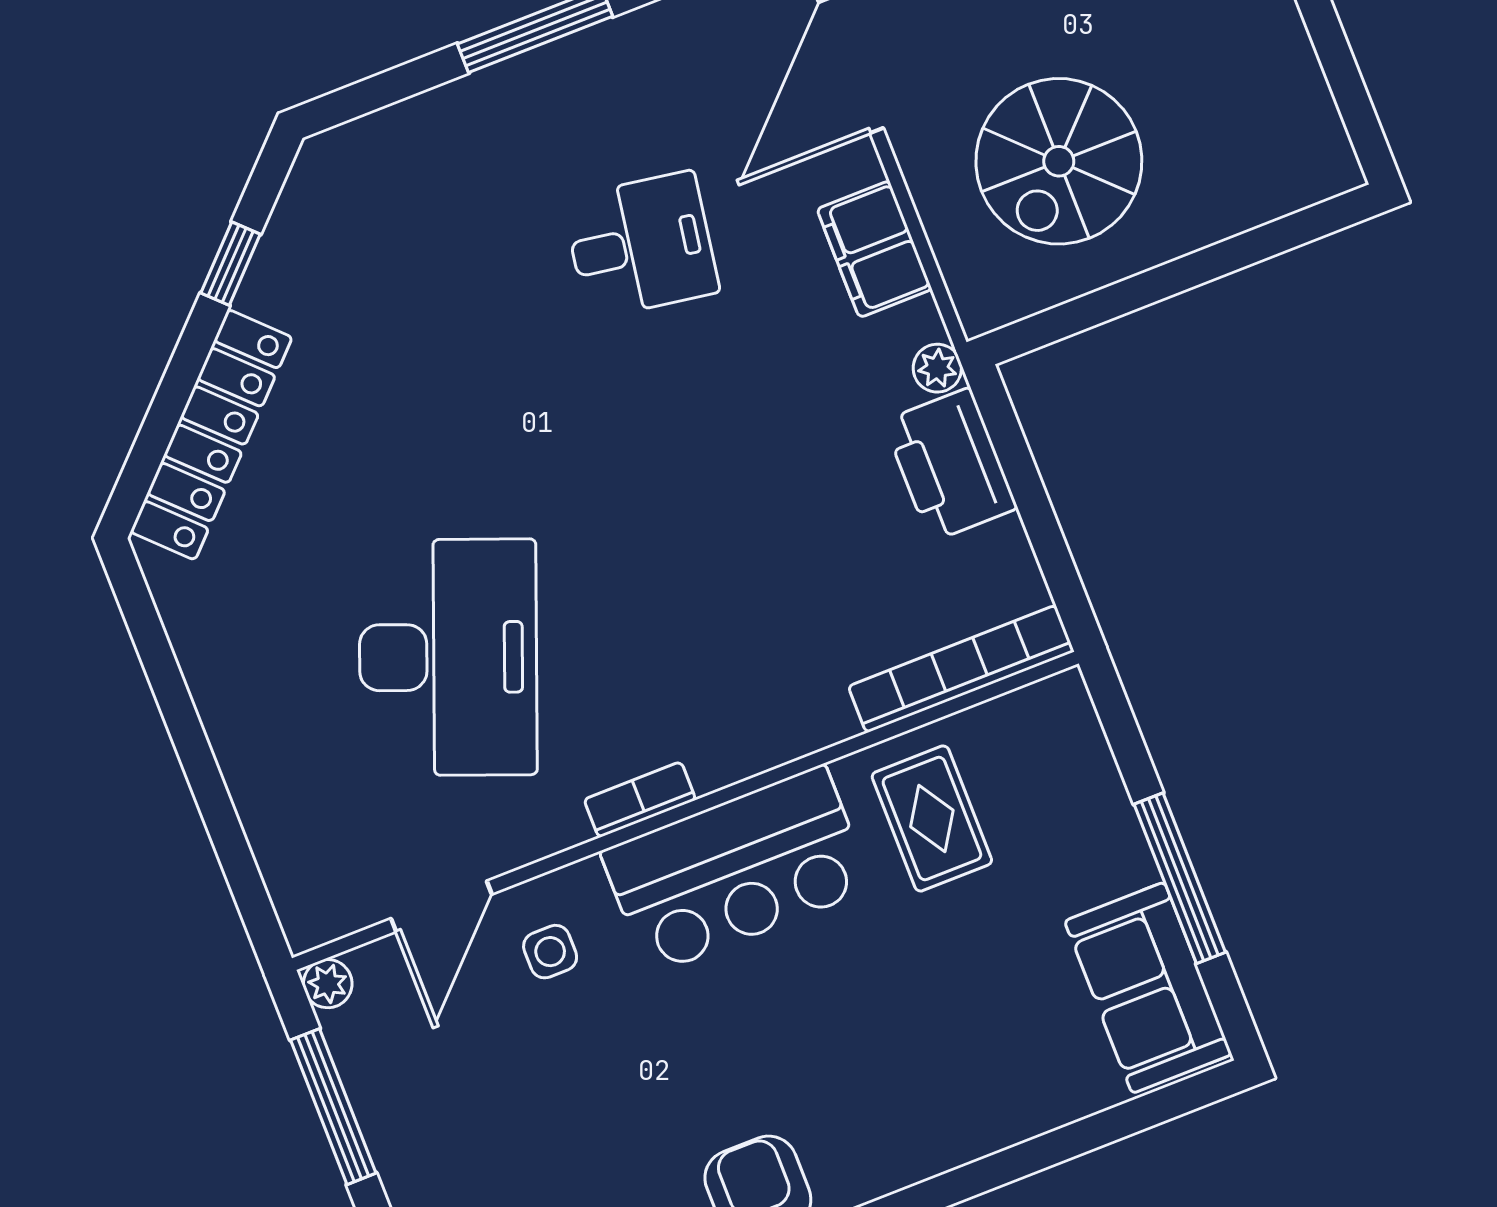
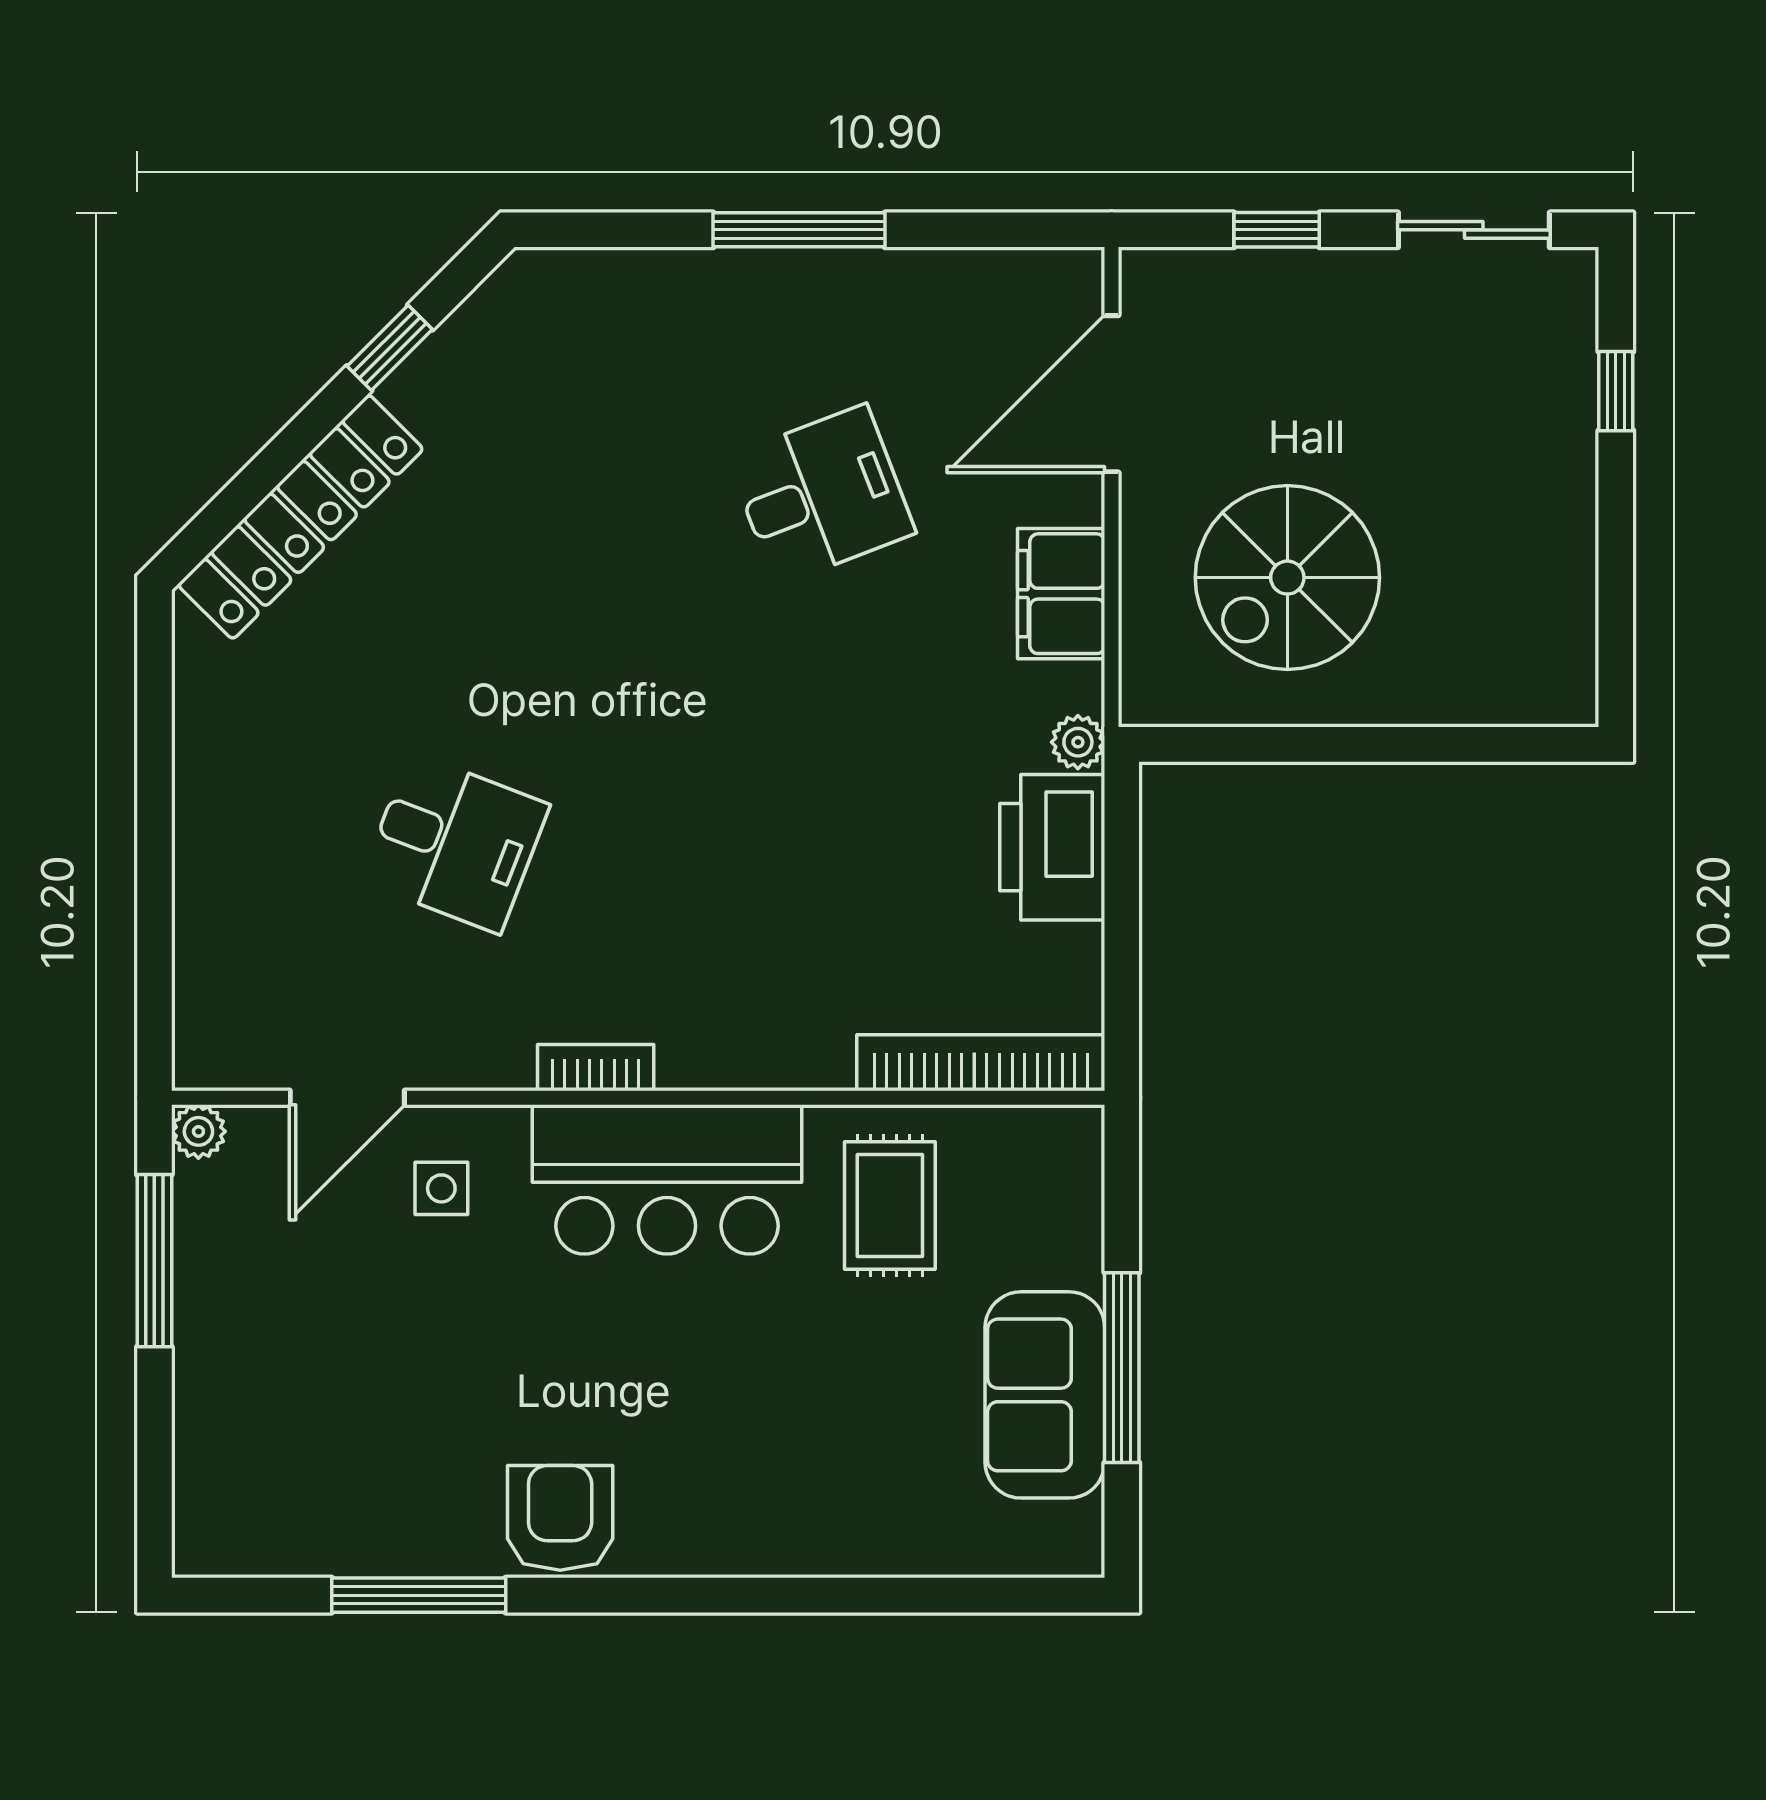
desk: (641, 245) -> (821, 495), turned -30
desk: (448, 657) -> (455, 843), width x0.53, depth x0.77
sofa: (1148, 988) -> (1045, 1395), moved

